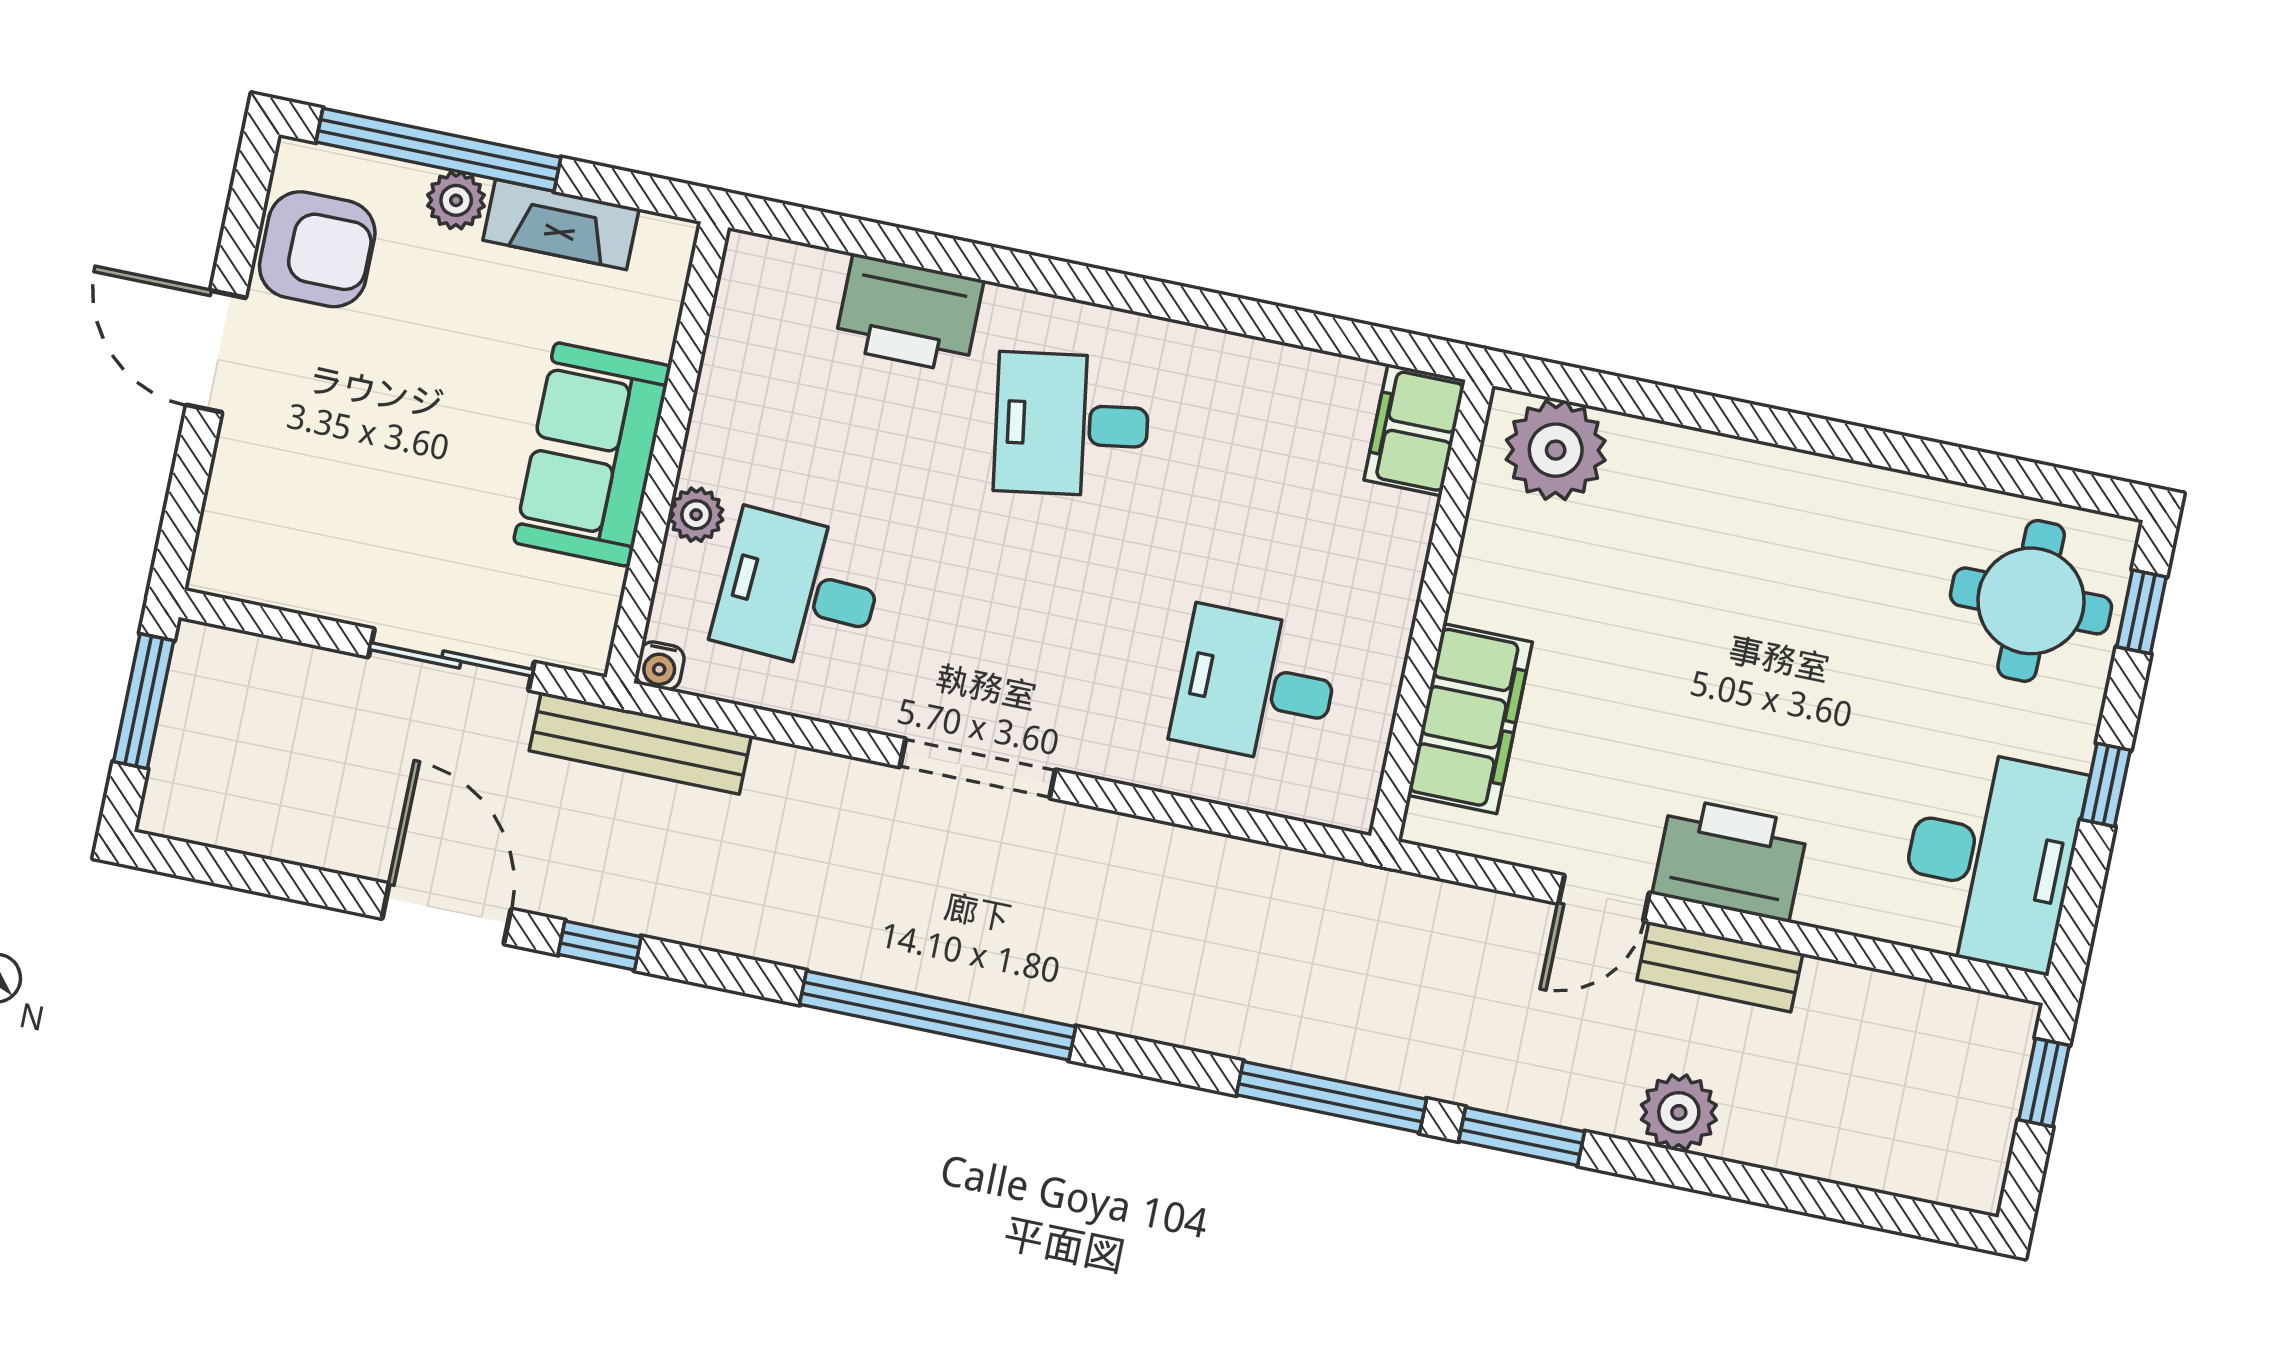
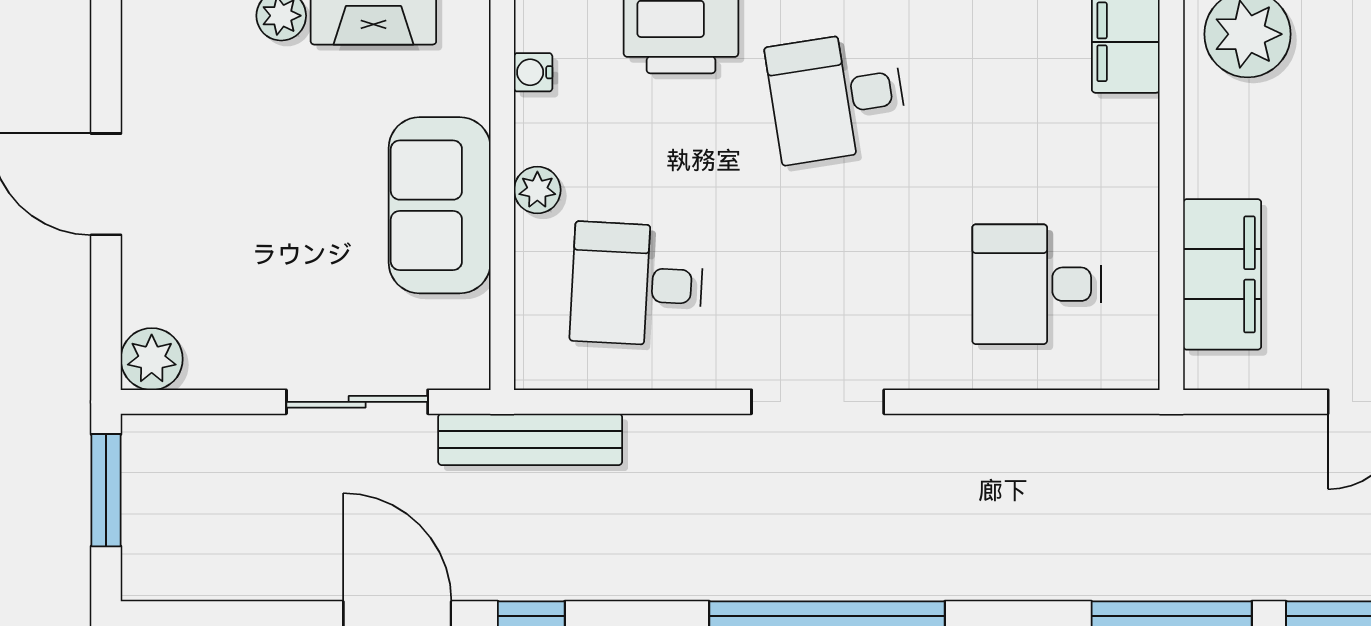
armchair: (317, 249) -> (173, 81), removed
plant: (696, 515) -> (537, 190), moved
plant: (227, 562) -> (152, 359), added
water cooler: (660, 666) -> (533, 72), moved, turned 90

